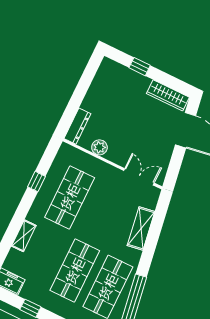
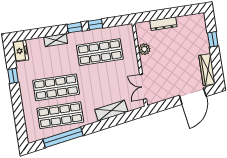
dresser: (77, 126) -> (163, 24), moved
double door: (139, 177) -> (143, 87), swing flipped
window: (24, 206) -> (75, 28), added

